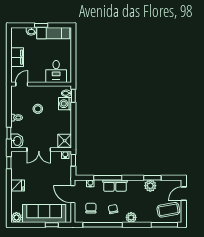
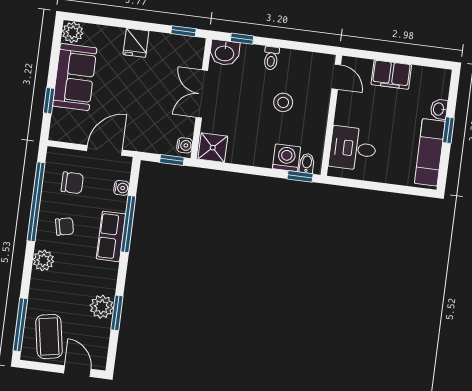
sofa: (44, 214) -> (75, 77), width x0.73

